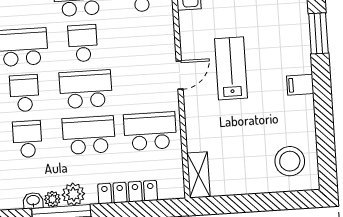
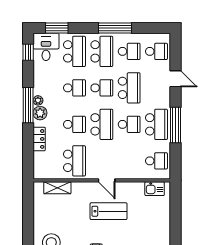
school desk: (89, 135) -> (74, 124), width x0.54
shelving: (198, 175) -> (57, 188), moved
locker: (128, 192) -> (39, 139), width x0.66
washbasin: (33, 201) -> (38, 89), removed

